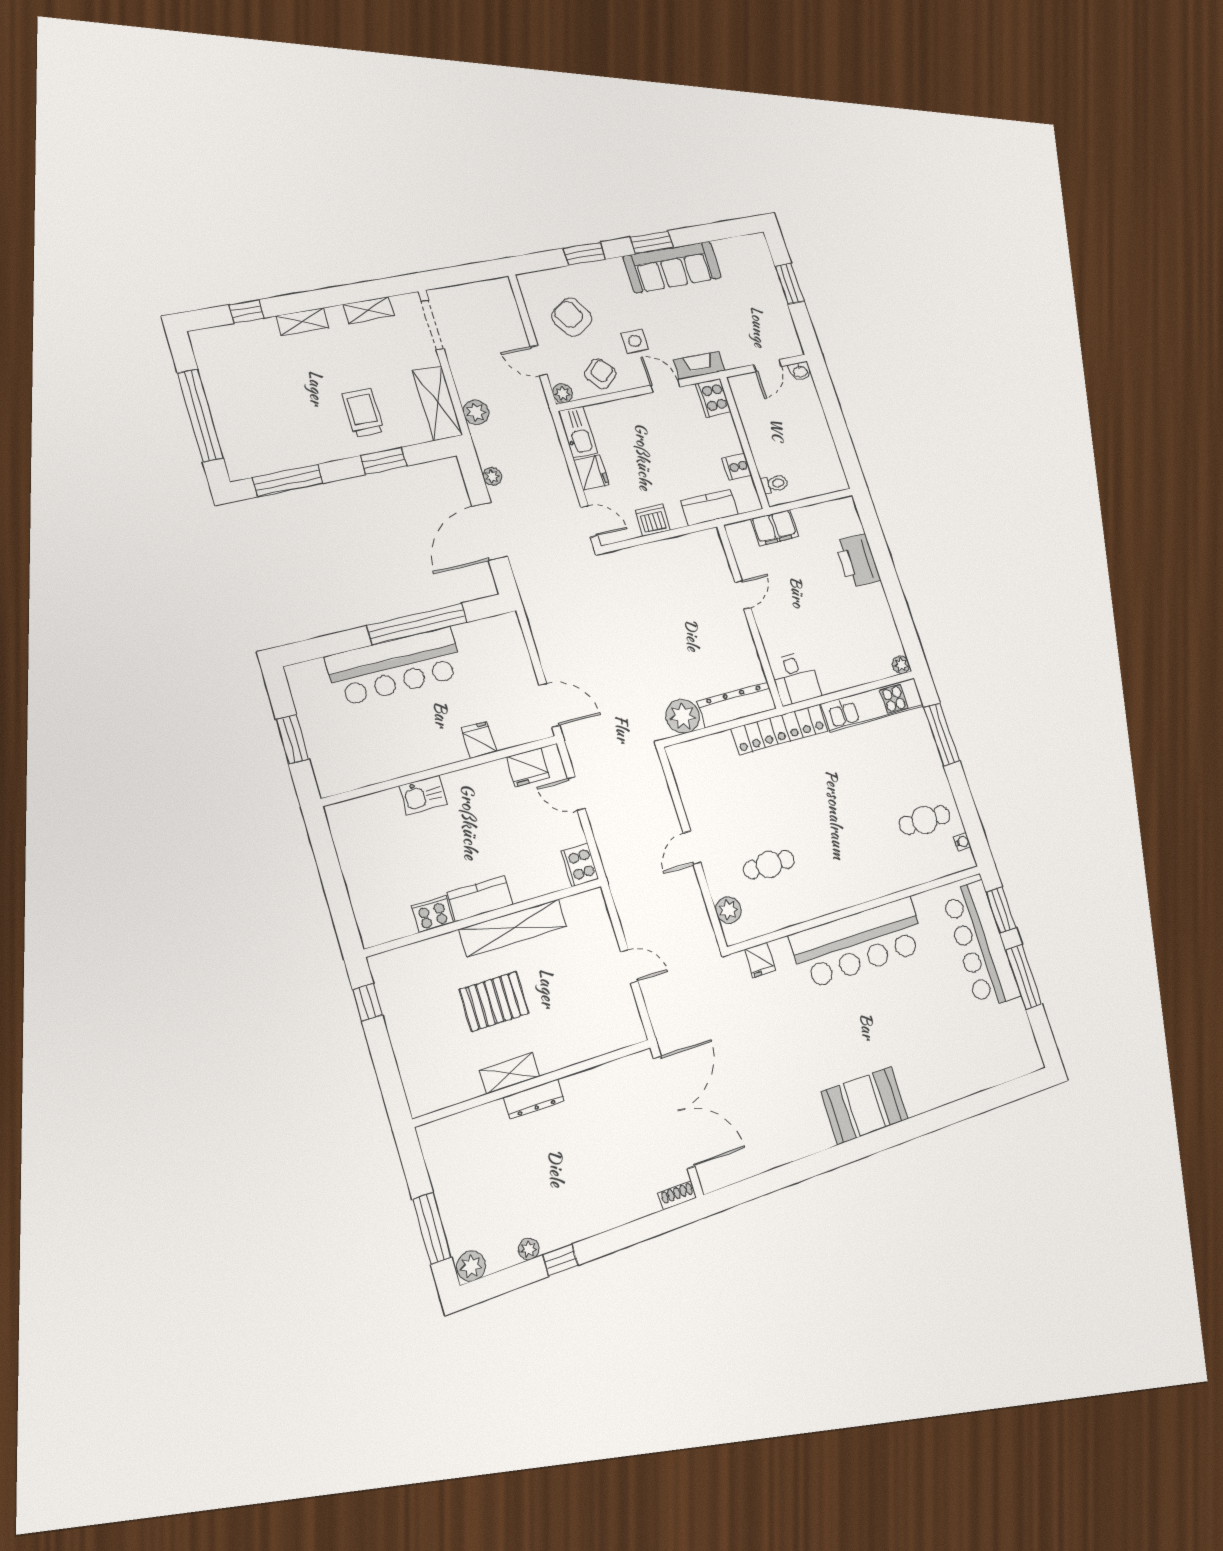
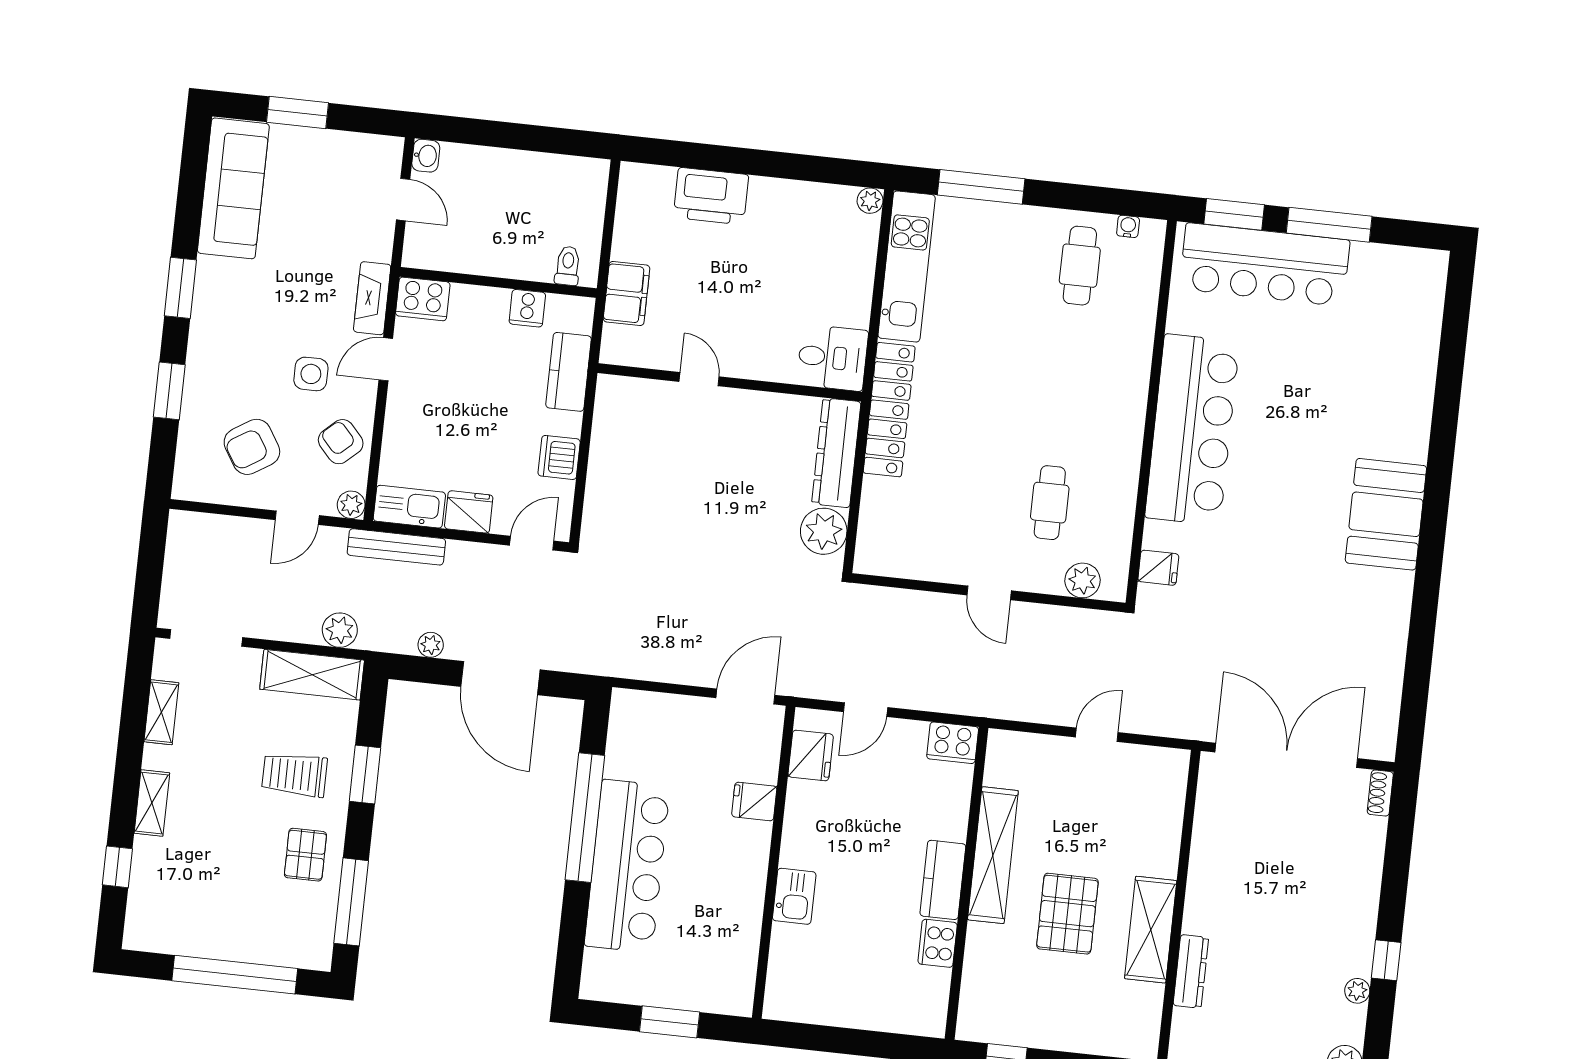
sofa: (672, 267) -> (233, 188), moved
bench: (548, 432) -> (396, 547), added
pallet: (309, 438) -> (305, 855), added
shelving: (510, 1073) -> (1151, 930), width x1.50, depth x1.33
dresser: (534, 1099) -> (1191, 971), moved

